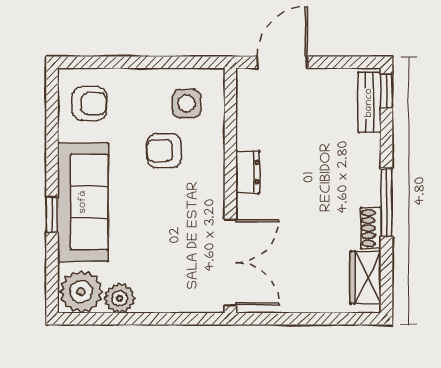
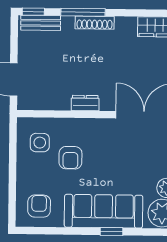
window: (387, 202) -> (83, 12), moved
shoe rack: (371, 228) -> (95, 23), moved, width x1.43

